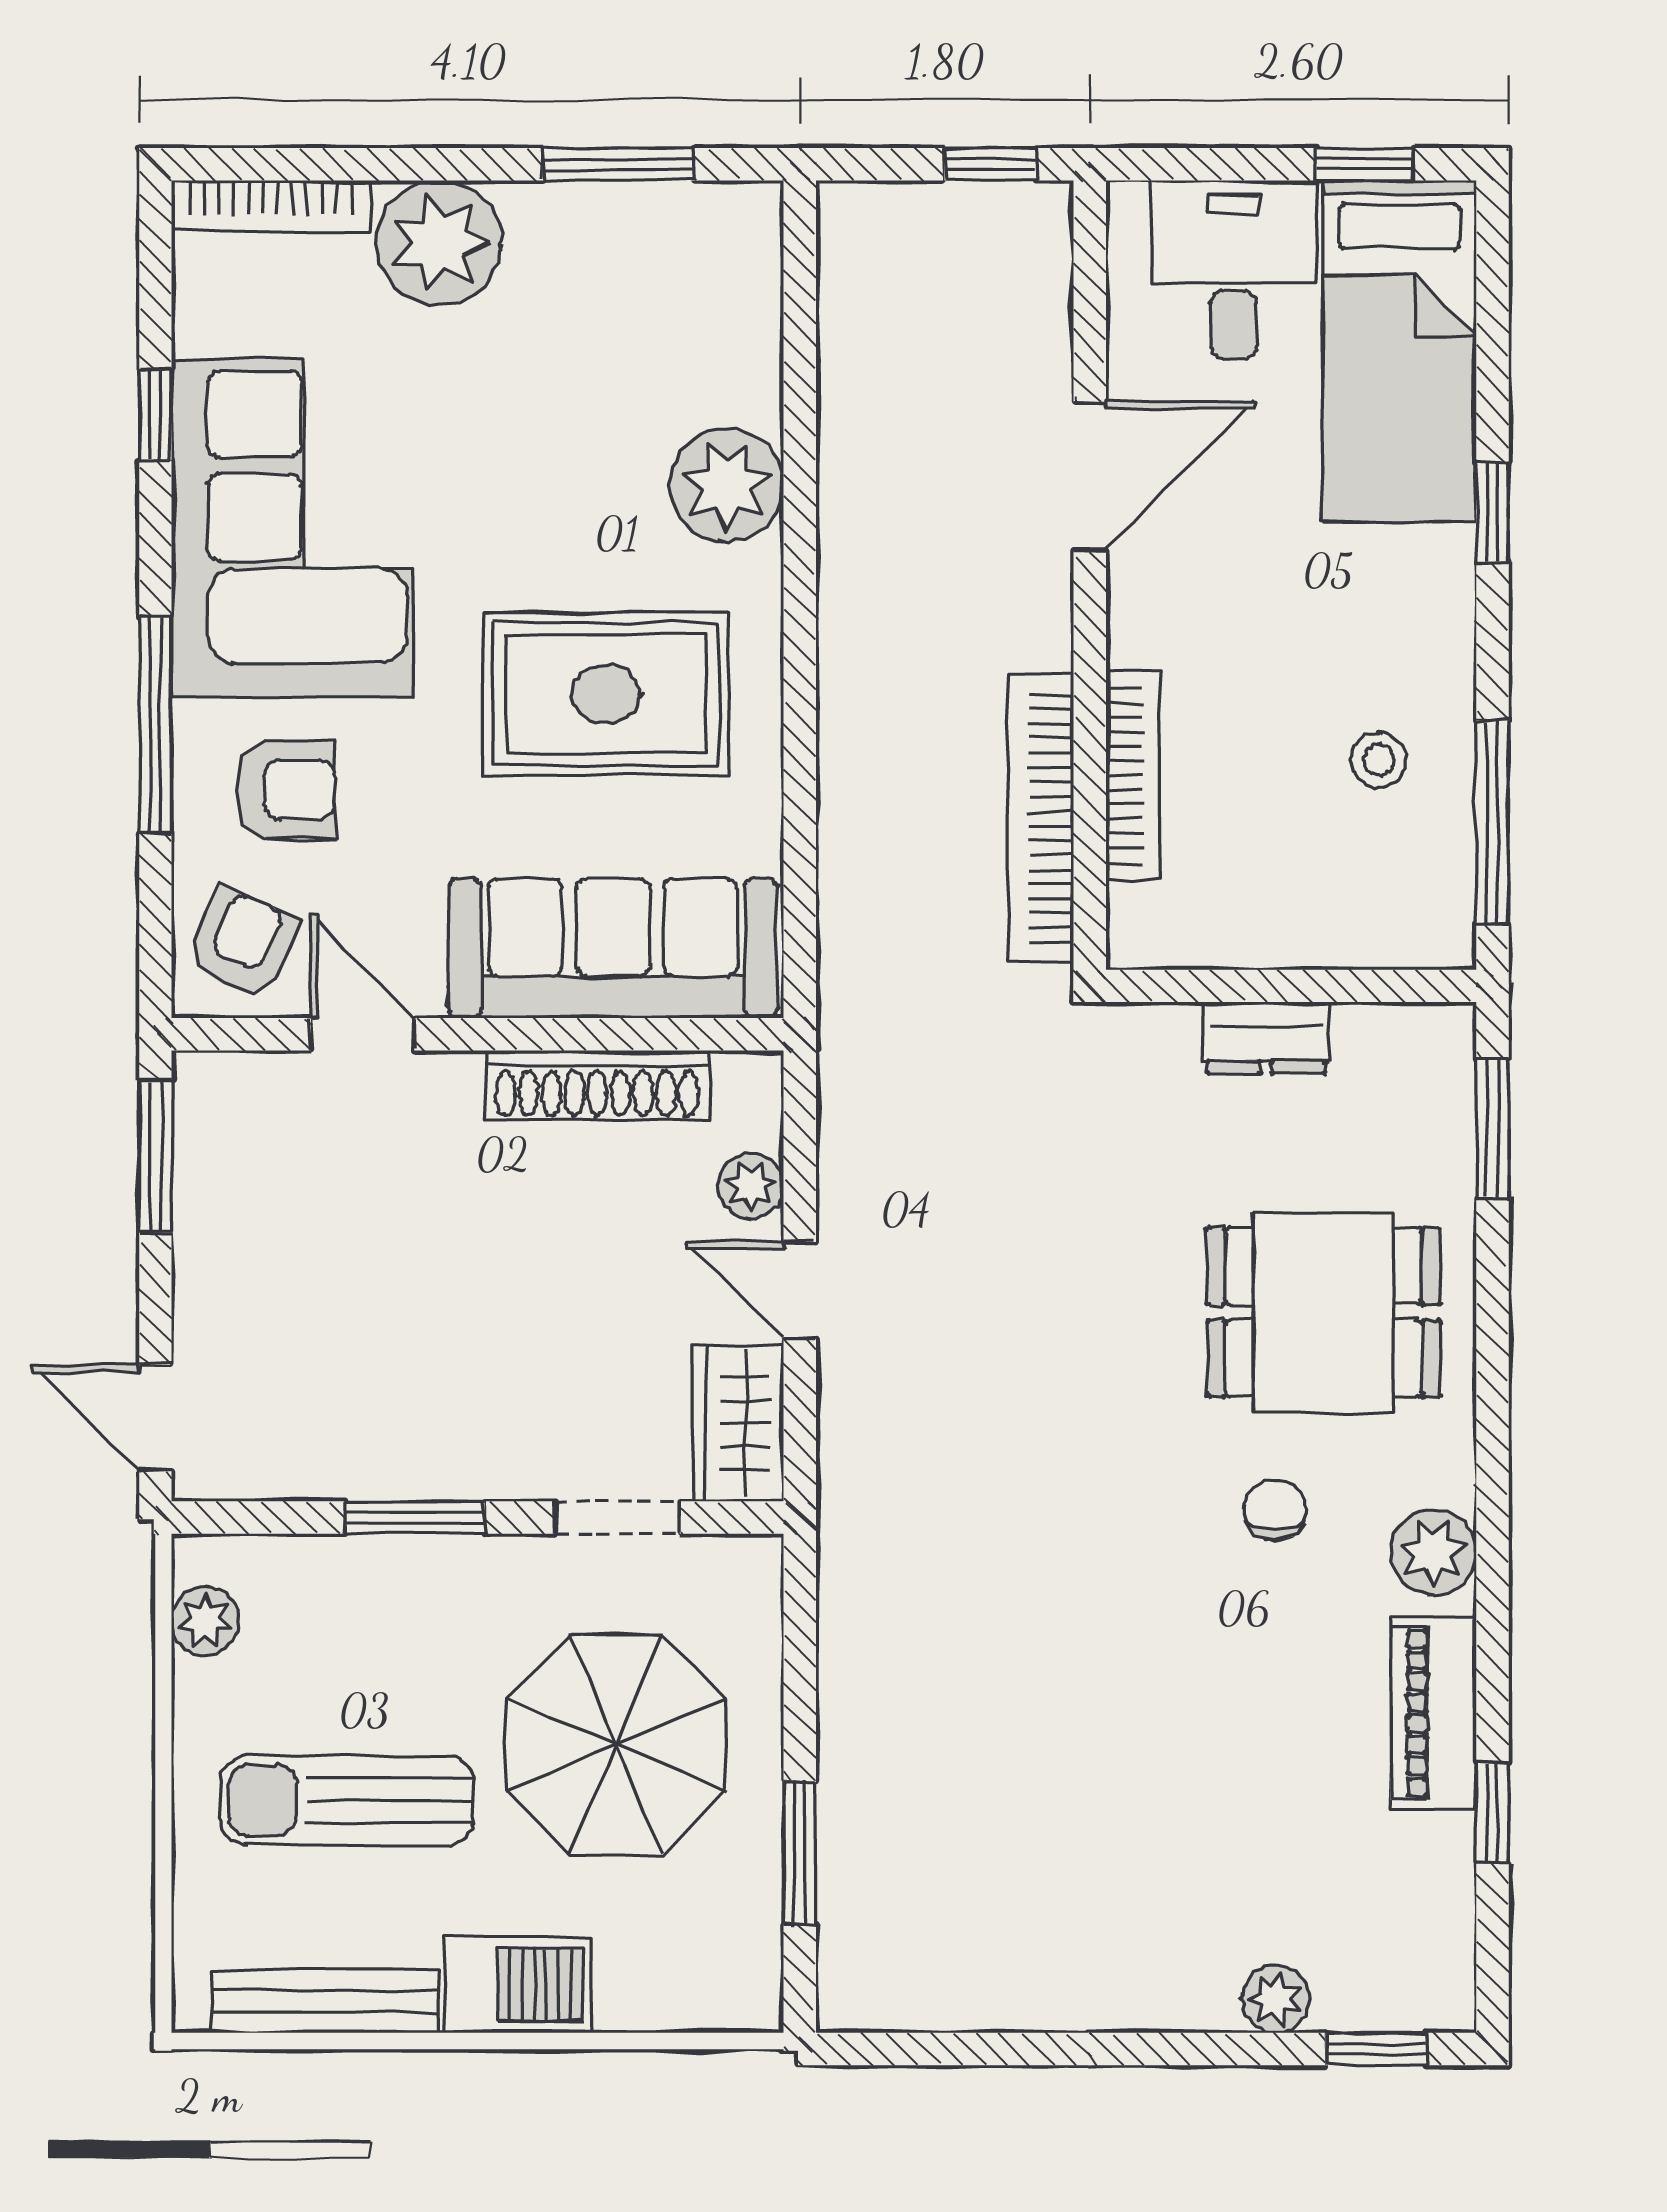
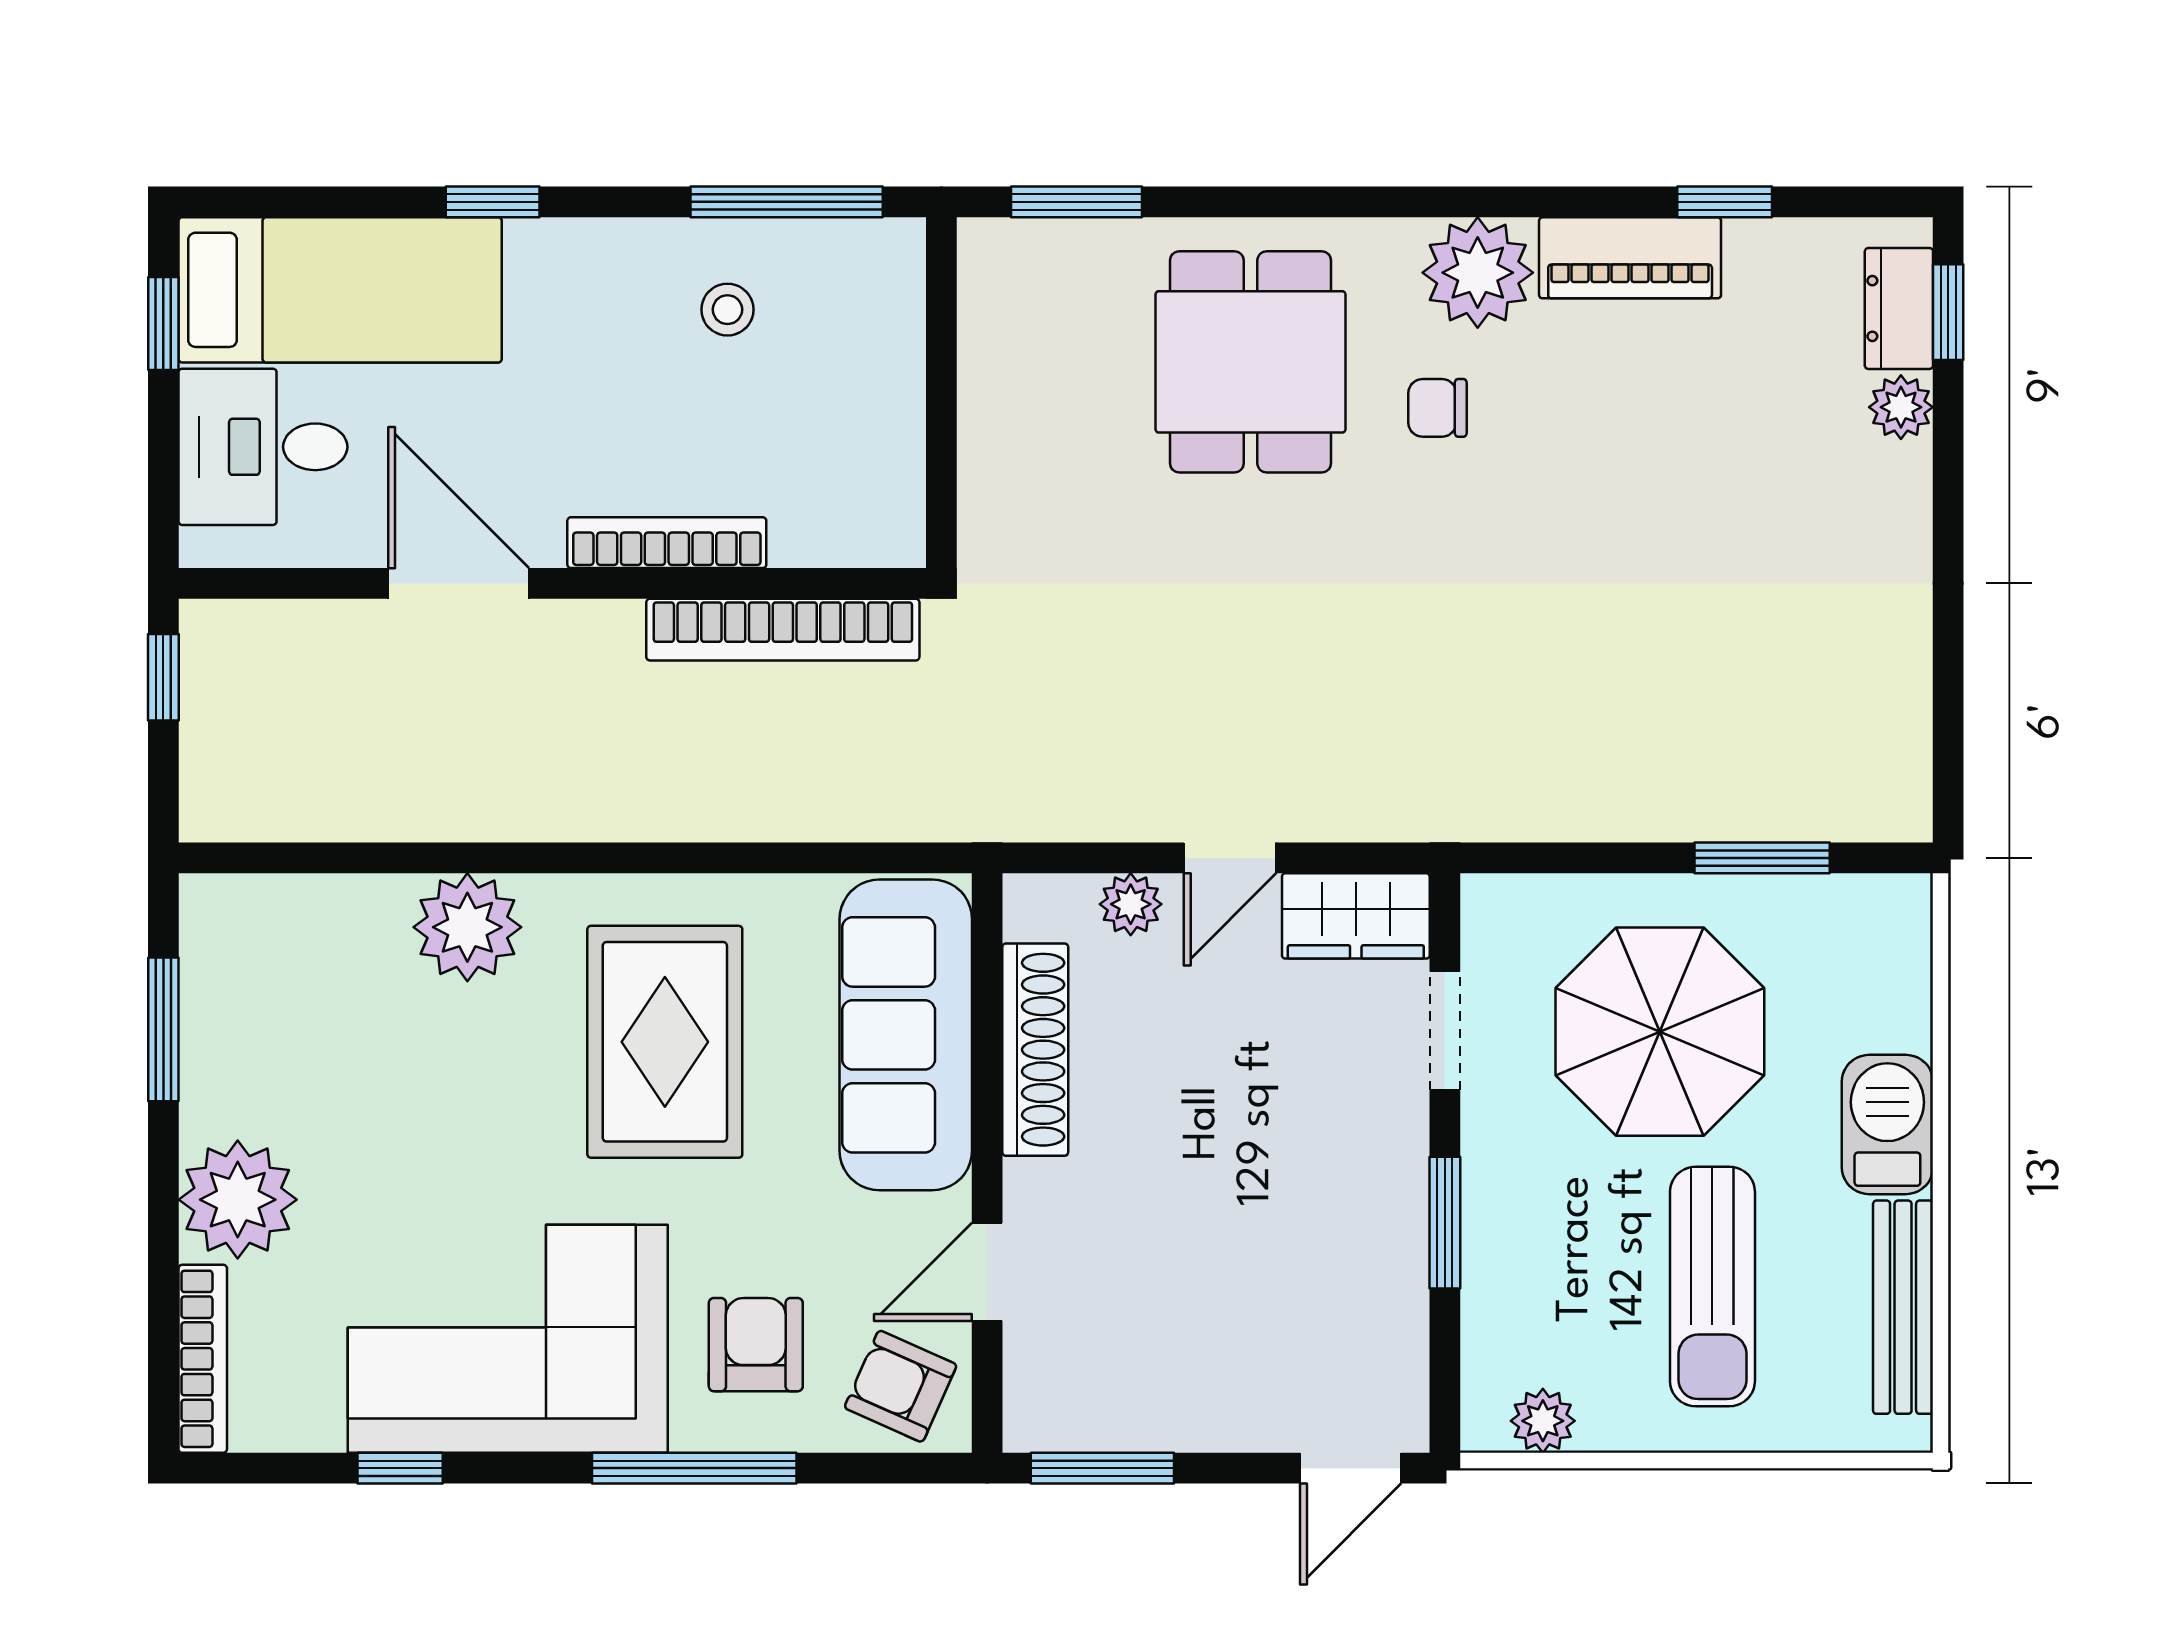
bookcase: (1133, 775) -> (667, 543), moved
dresser: (1266, 1038) -> (1899, 308), moved, turned 180
plant: (1433, 1552) -> (1478, 273), width x1.36, depth x1.36

